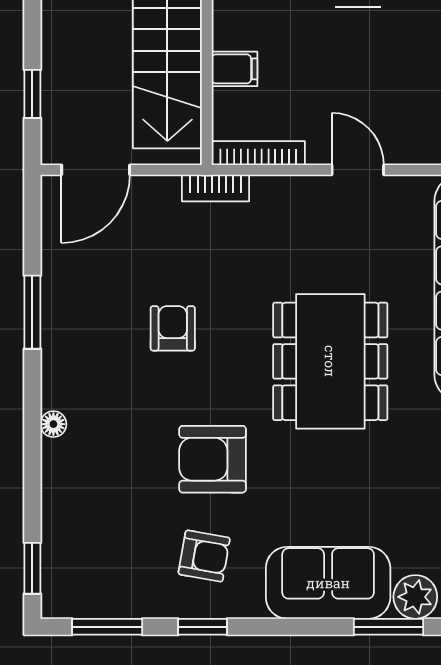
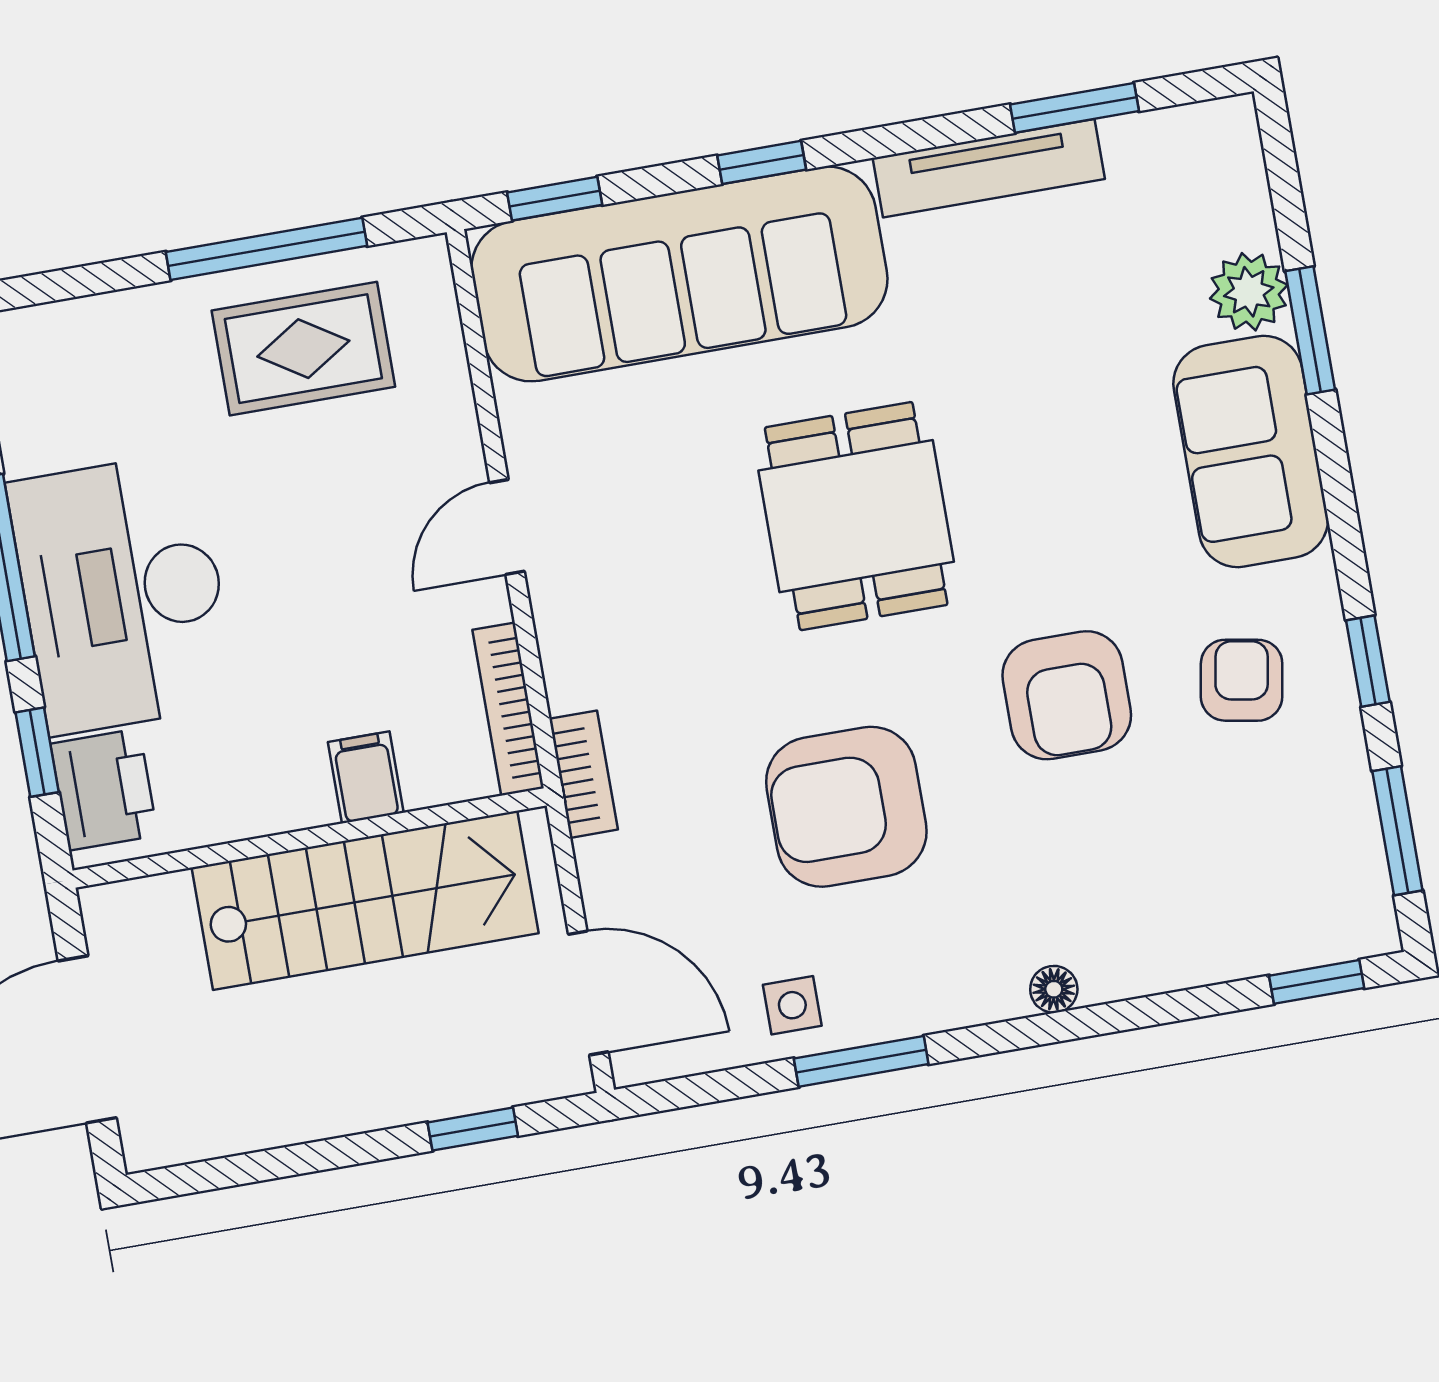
side table: (70, 280) -> (792, 1005), added
armchair: (173, 328) -> (846, 807), width x1.88, depth x1.88
dining table: (330, 361) -> (856, 516), width x0.73

